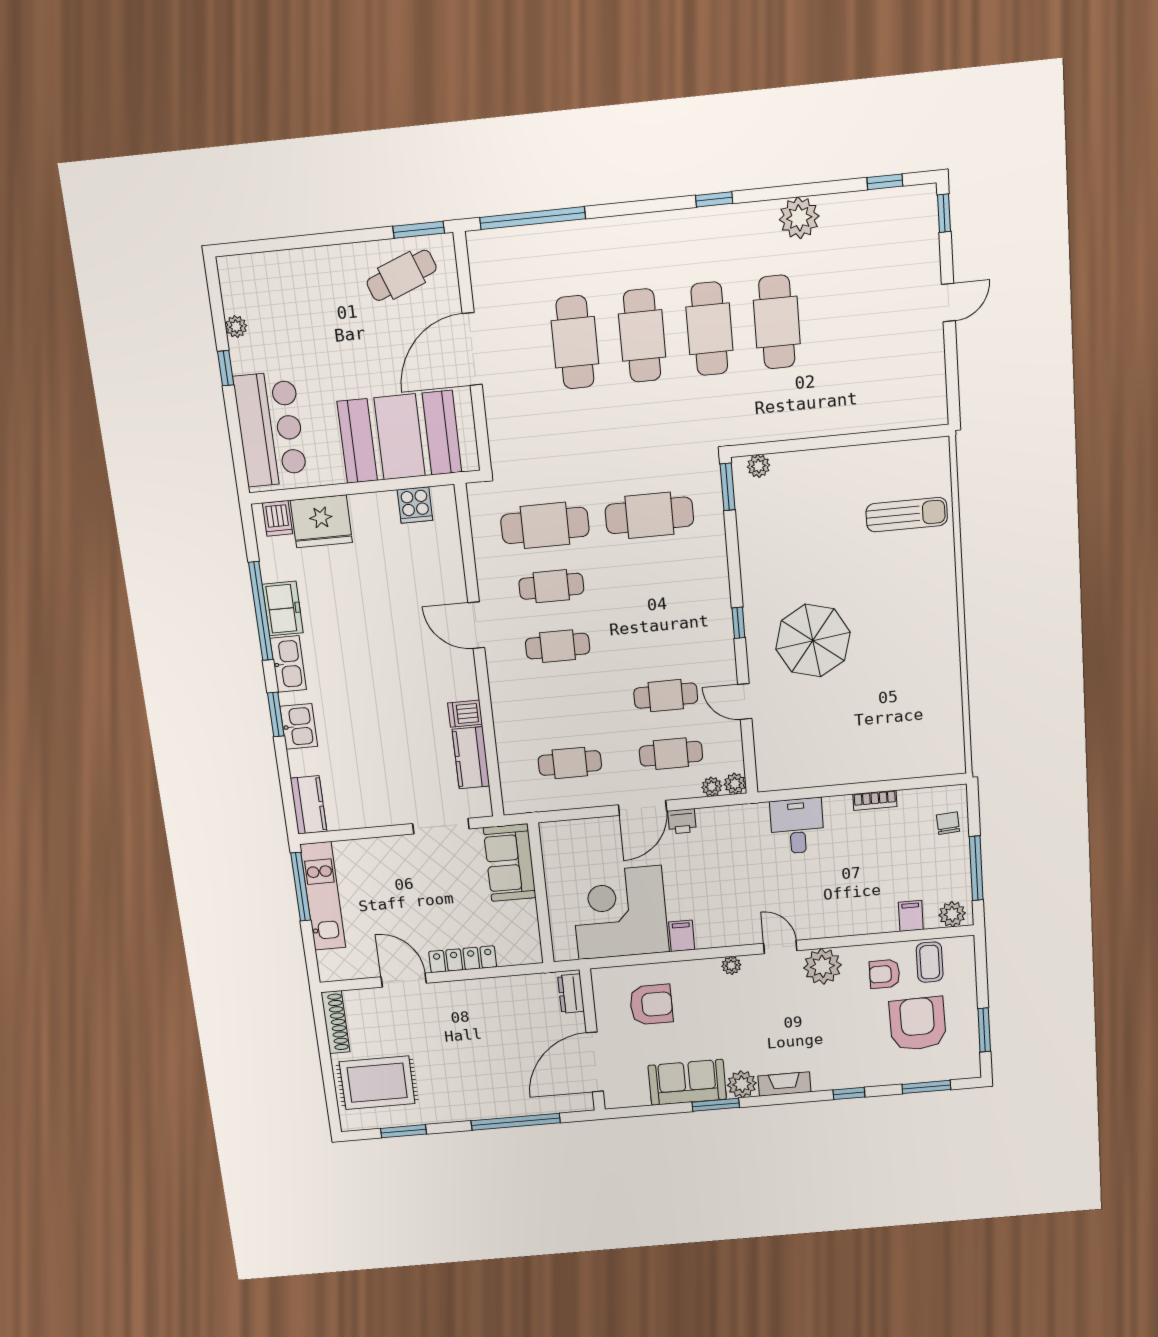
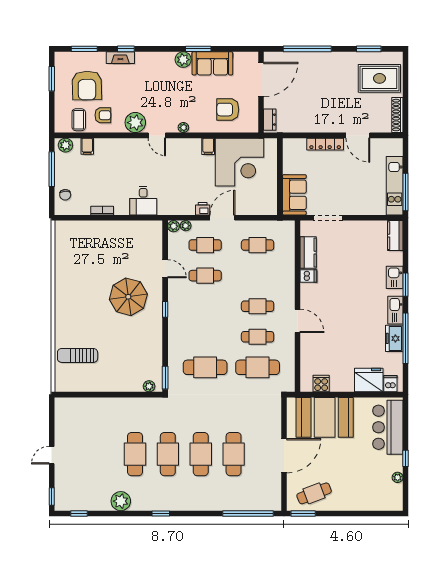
fireplace: (784, 1084) -> (120, 58), moved

